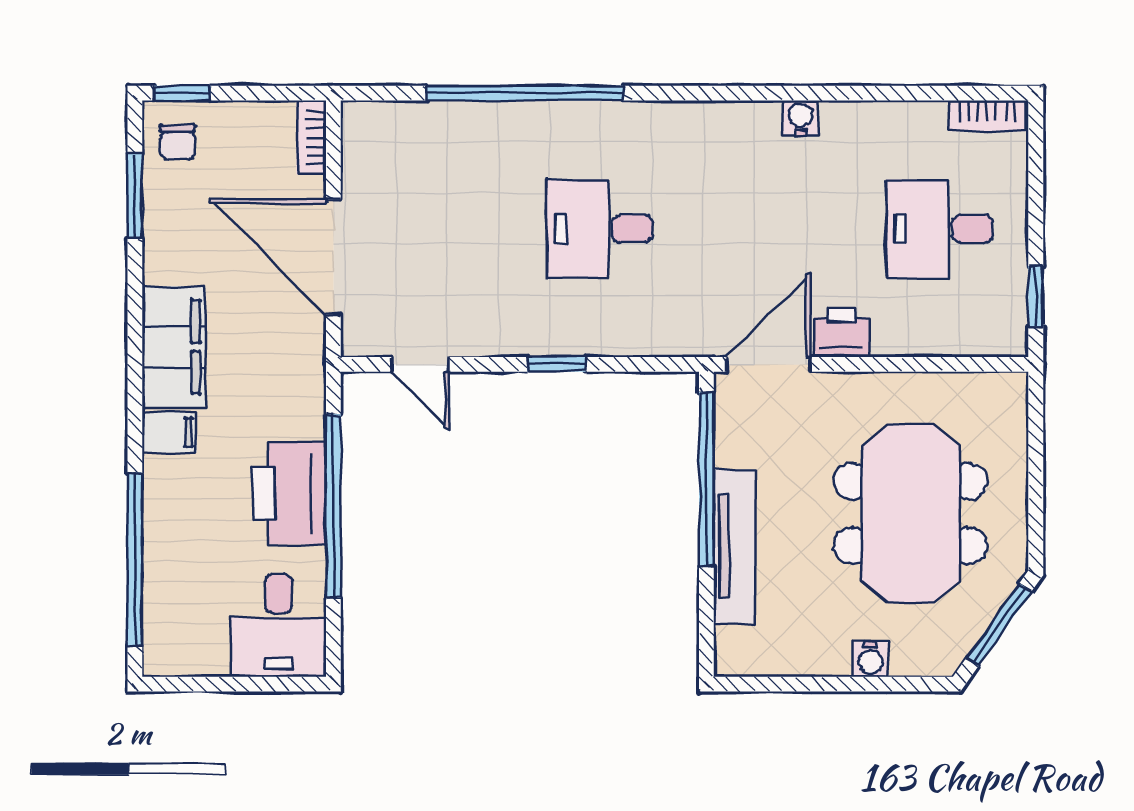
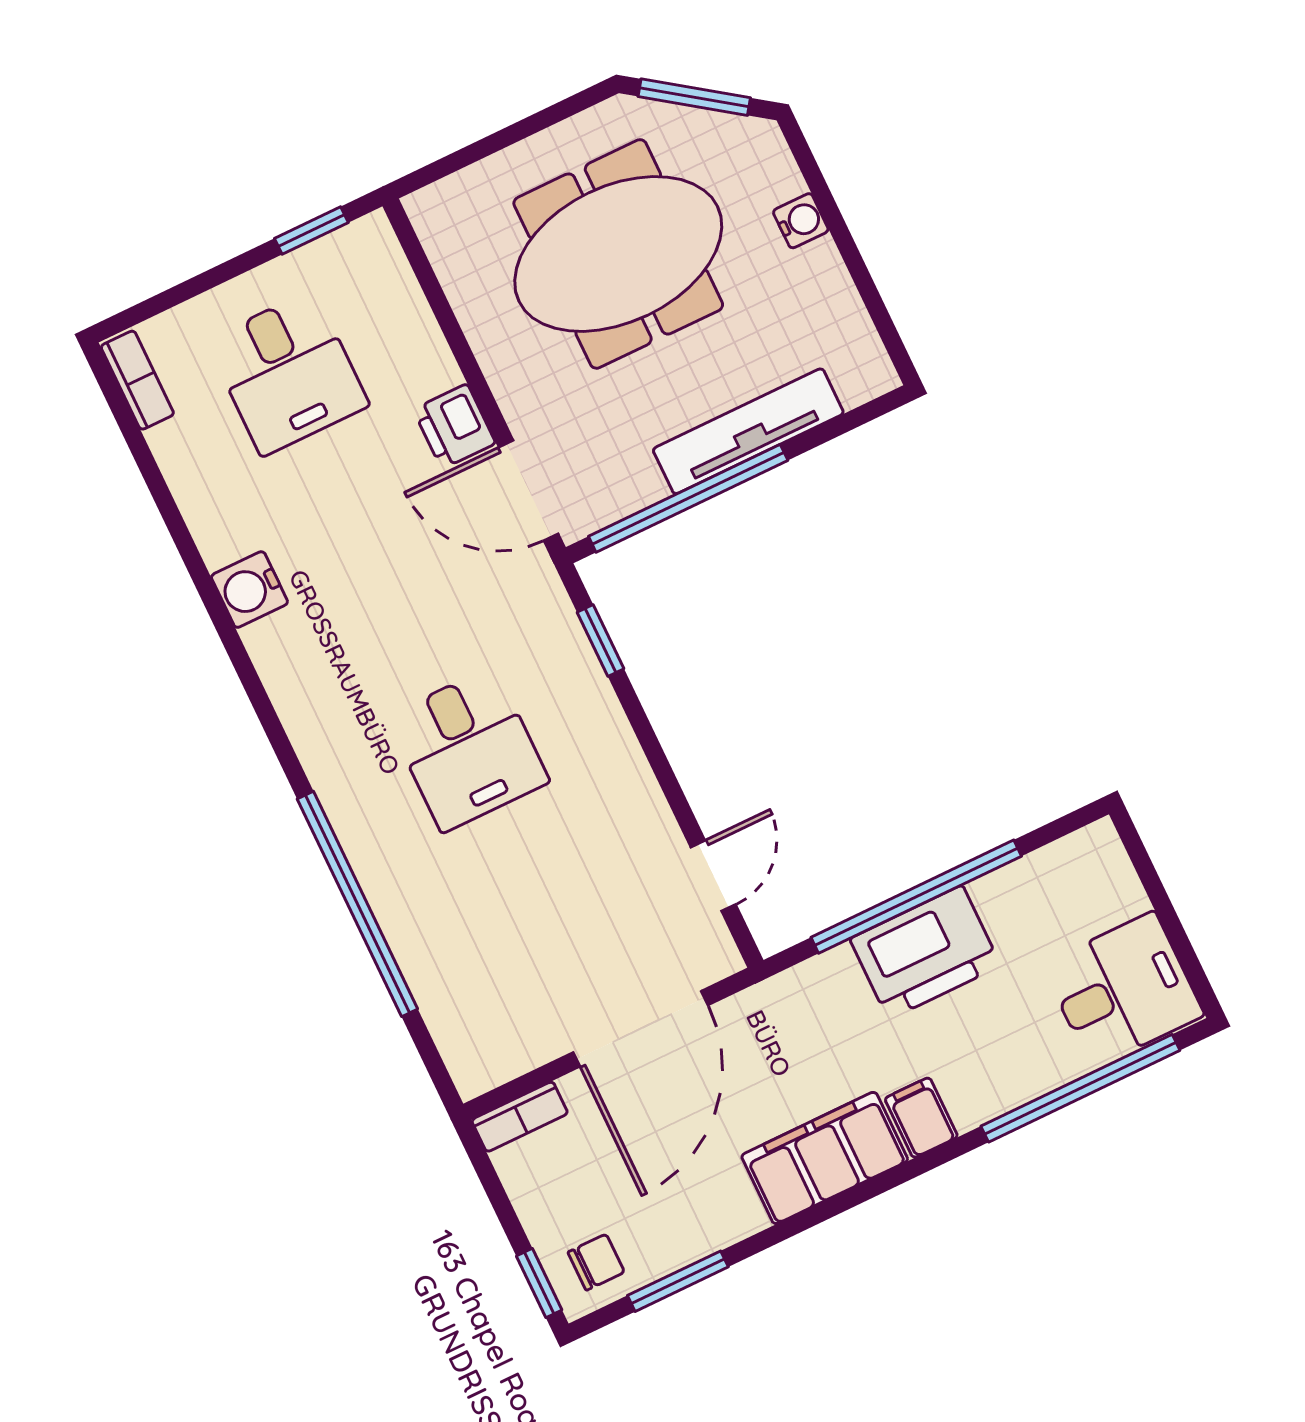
water cooler: (800, 118) -> (249, 590), width x1.38, depth x1.38
window: (557, 364) -> (600, 640), moved
desk: (278, 625) -> (1123, 990), moved

